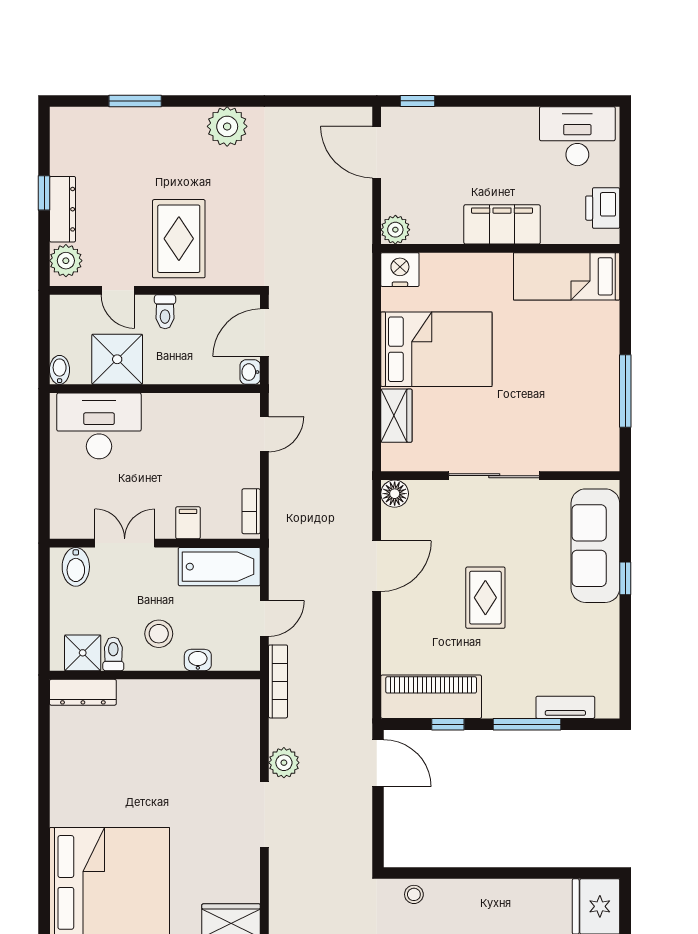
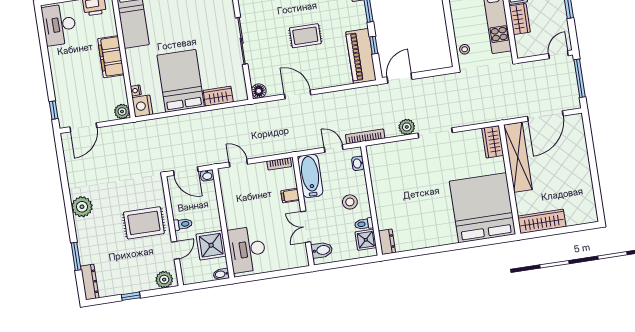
dresser: (63, 209) -> (90, 282), moved, turned 90
nightstand: (431, 262) -> (136, 91), added
washbasin: (198, 660) -> (358, 163), moved
dresser: (83, 692) -> (387, 242), width x0.70

